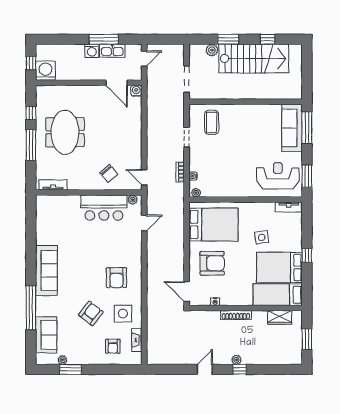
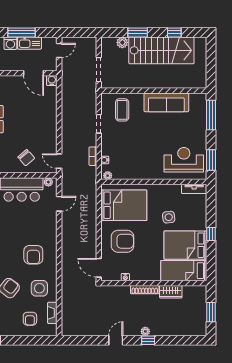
sofa: (292, 128) -> (166, 102), moved, turned -90
wardrobe: (280, 317) -> (171, 292), moved

